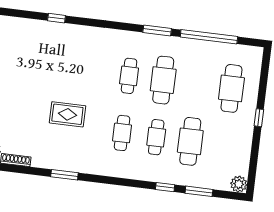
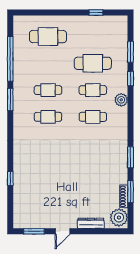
cafe table: (163, 80) -> (48, 90), width x0.73, depth x0.74
rug: (67, 114) -> (84, 161), removed
window: (259, 118) -> (96, 13), moved
window: (21, 169) -> (131, 192), added
plant: (239, 184) -> (121, 100), moved

